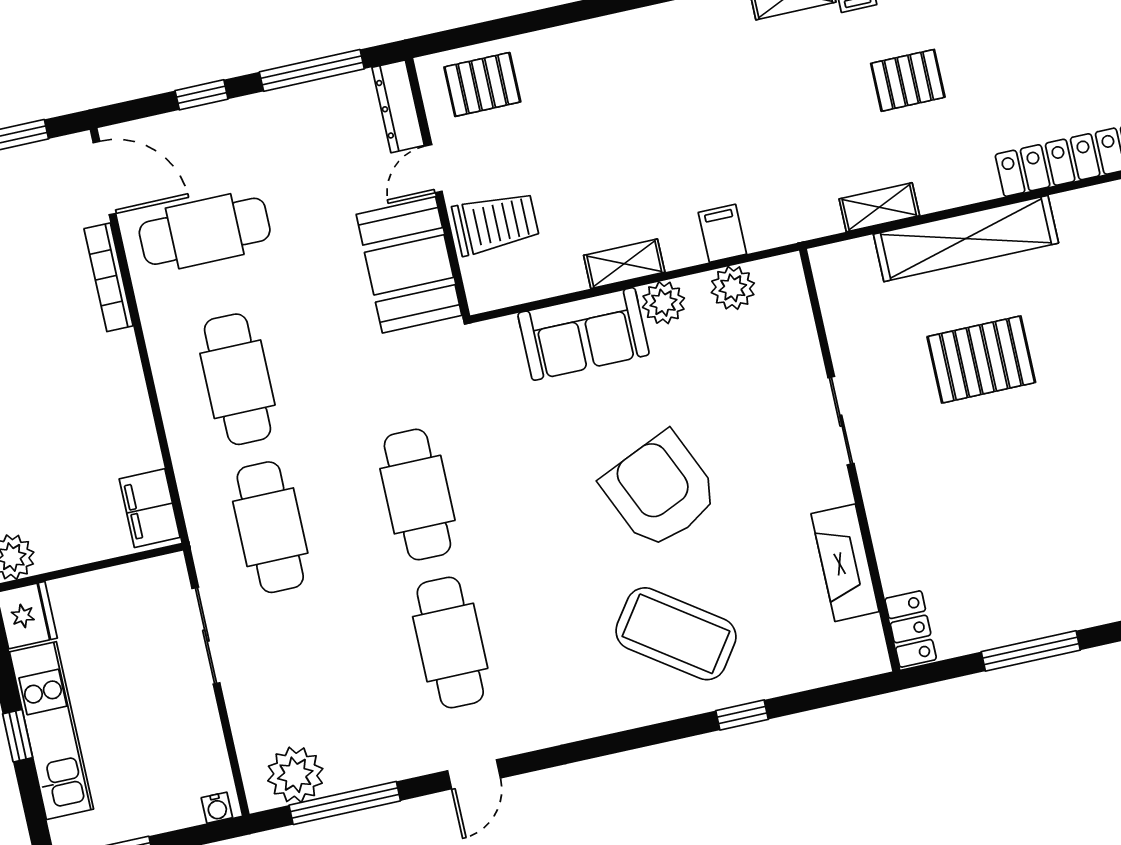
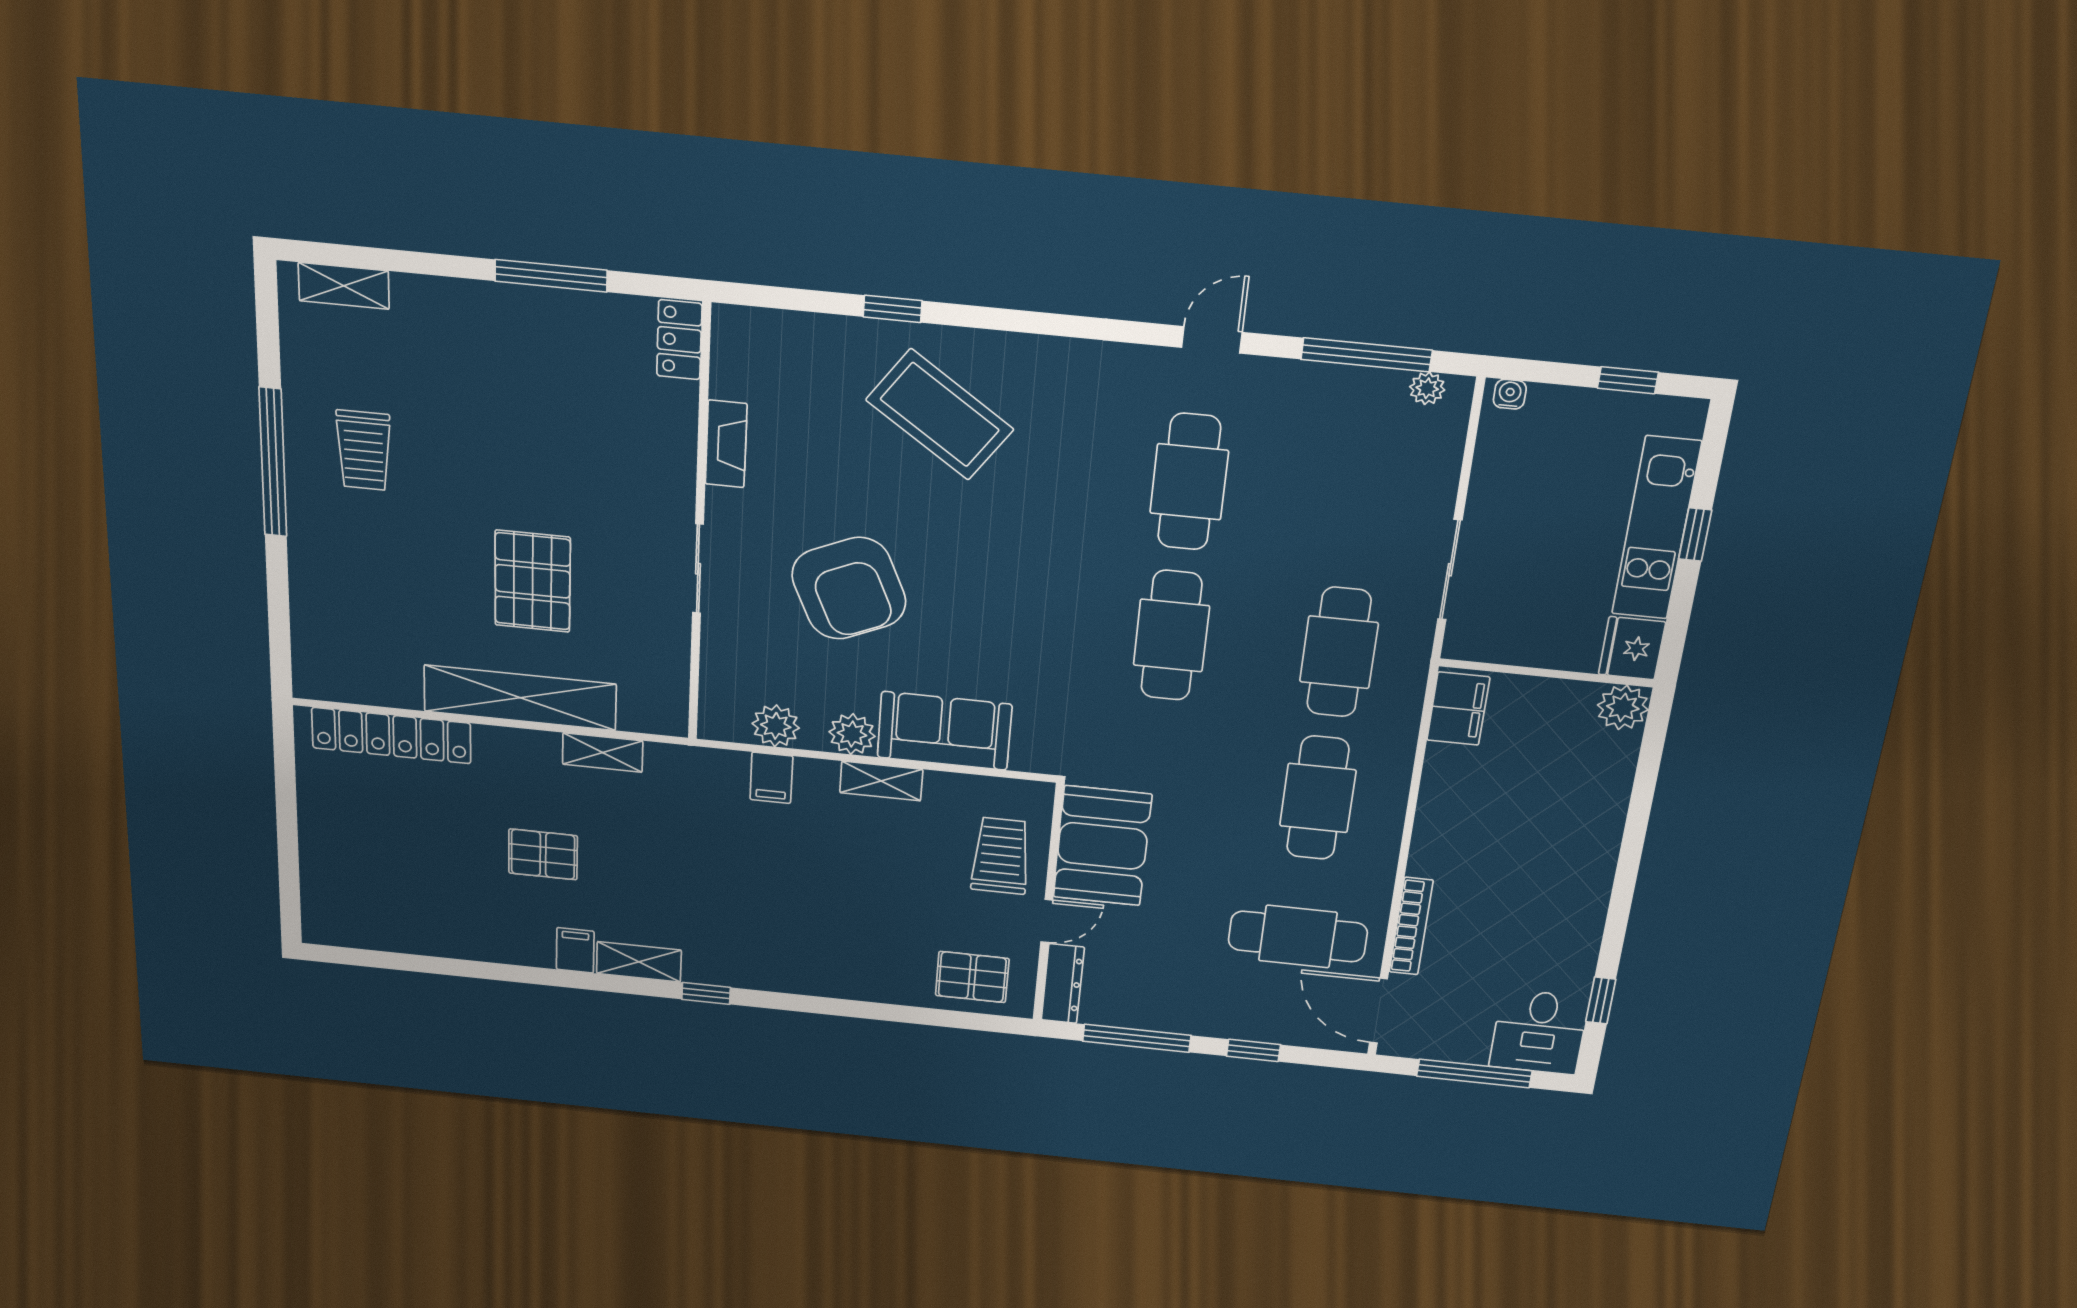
trolley: (496, 223) -> (1001, 856), turned 90
pallet: (981, 360) -> (533, 581), turned 90
armchair: (660, 491) -> (849, 588), moved
fireplace: (845, 563) -> (726, 444), width x0.73, depth x0.76
plant: (295, 775) -> (1427, 388), width x0.53, depth x0.53

